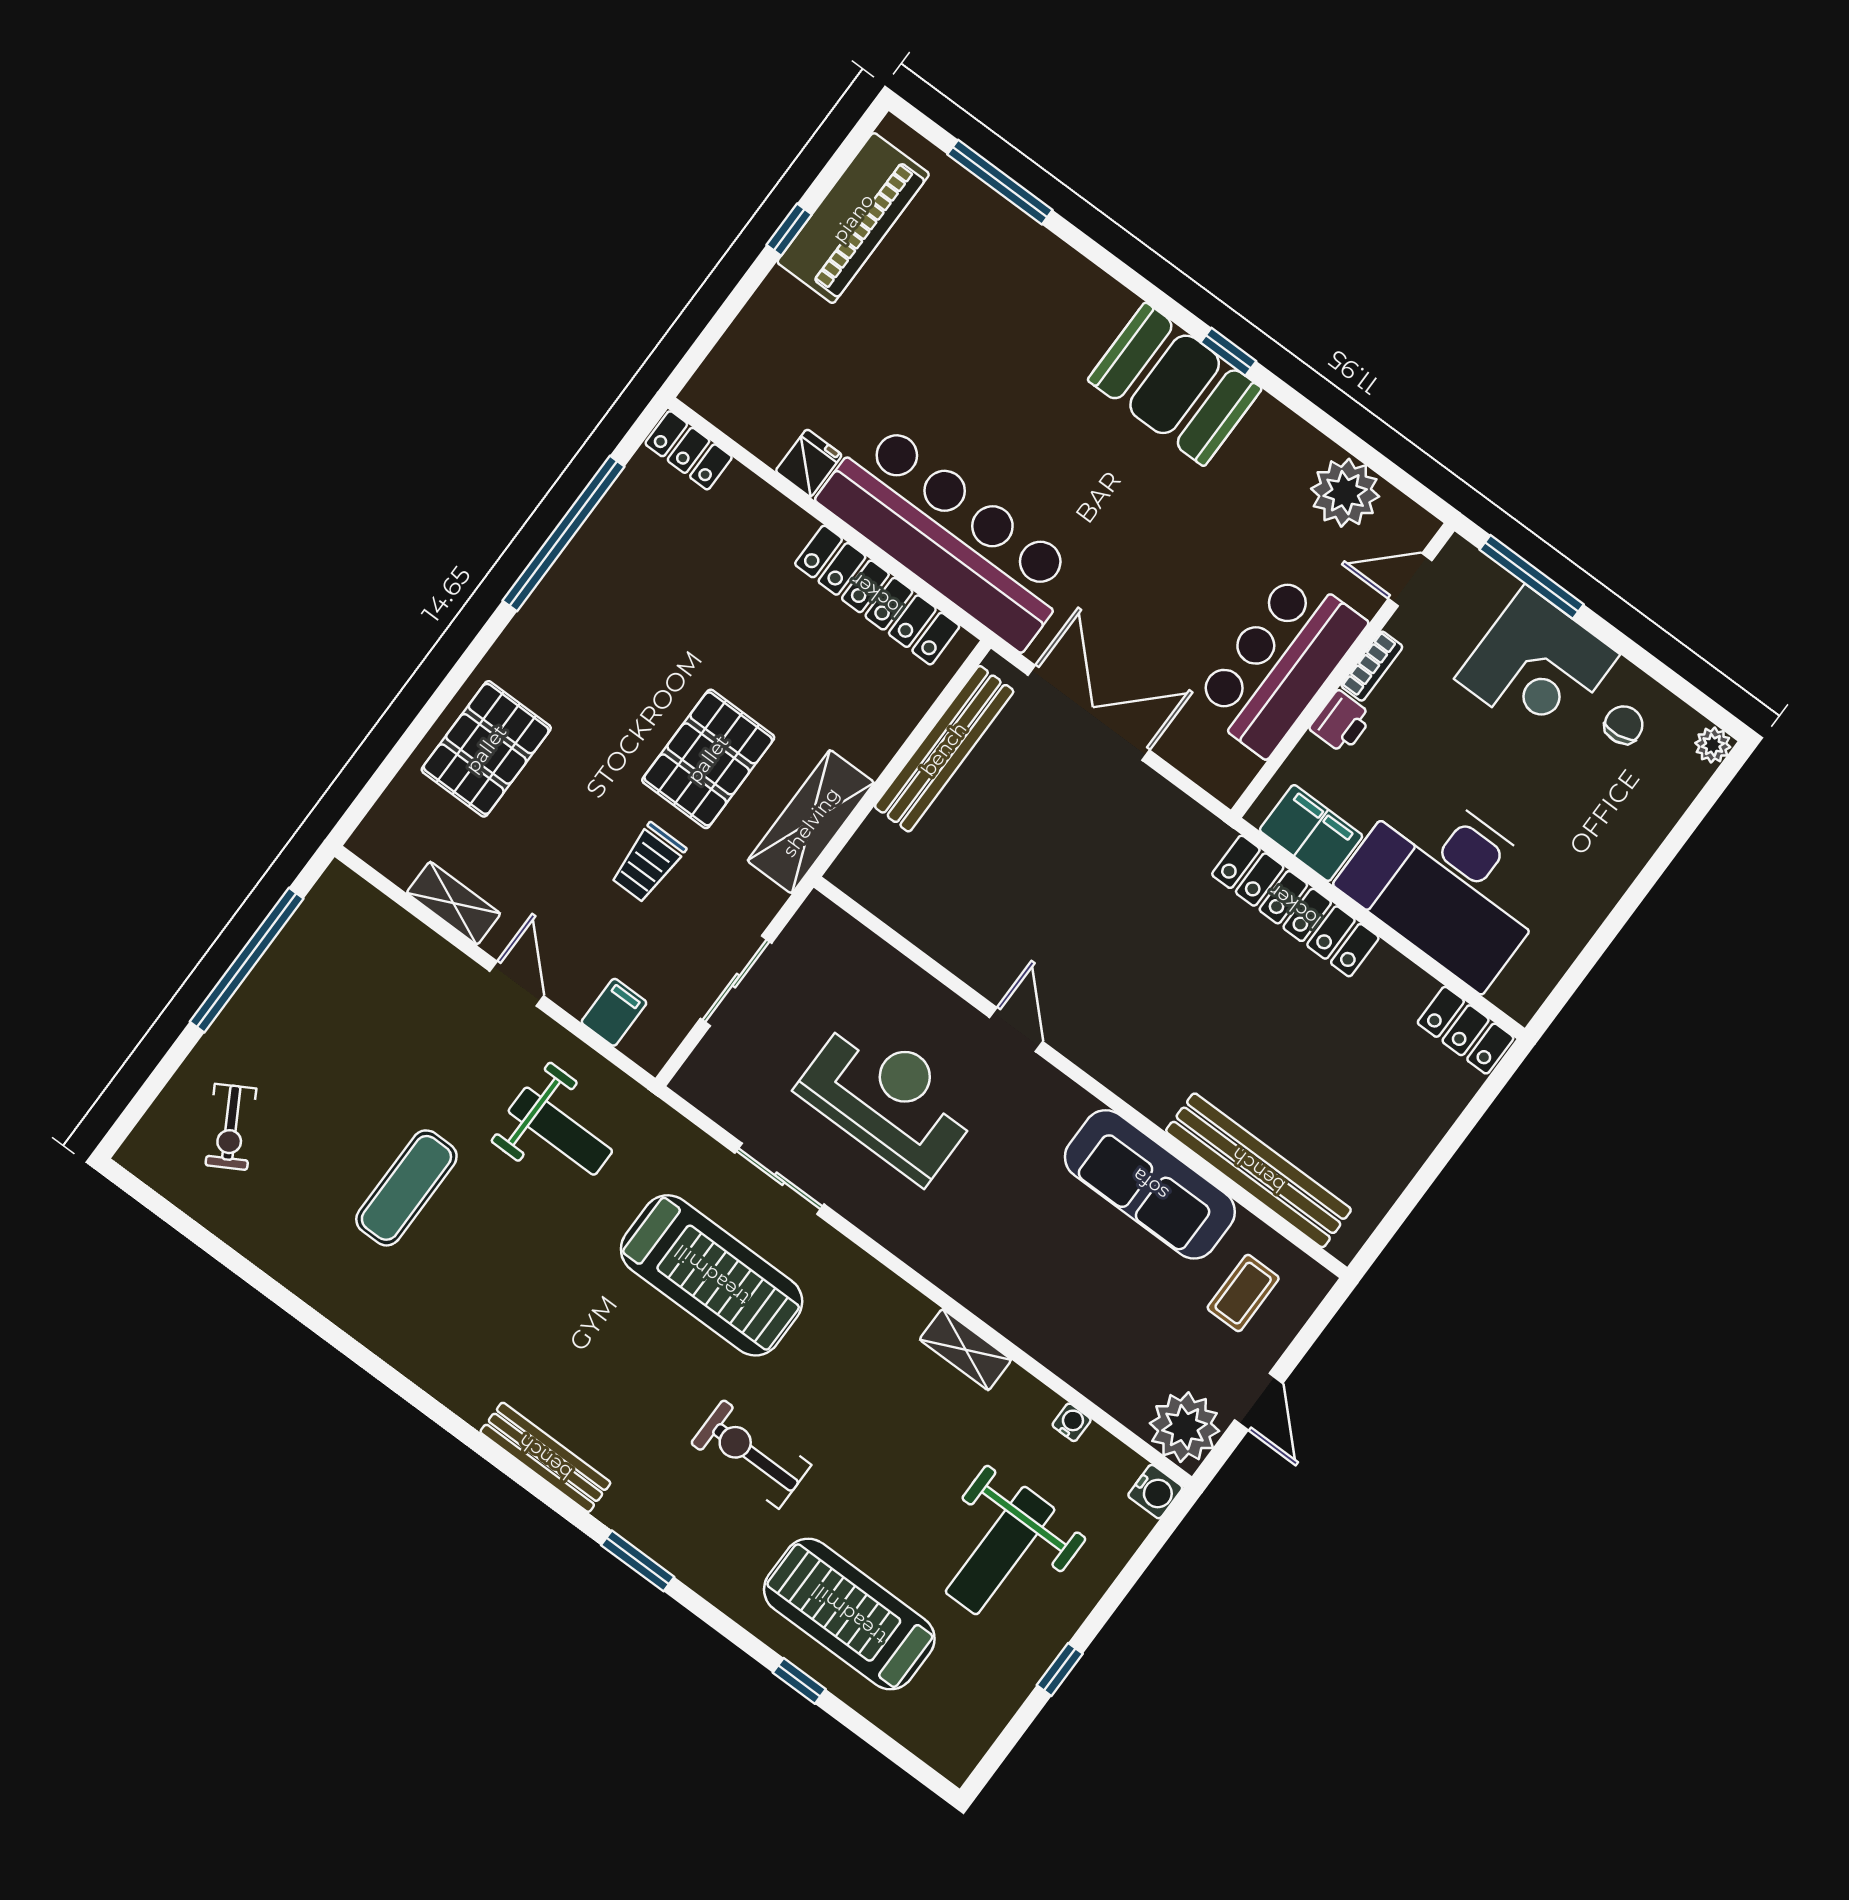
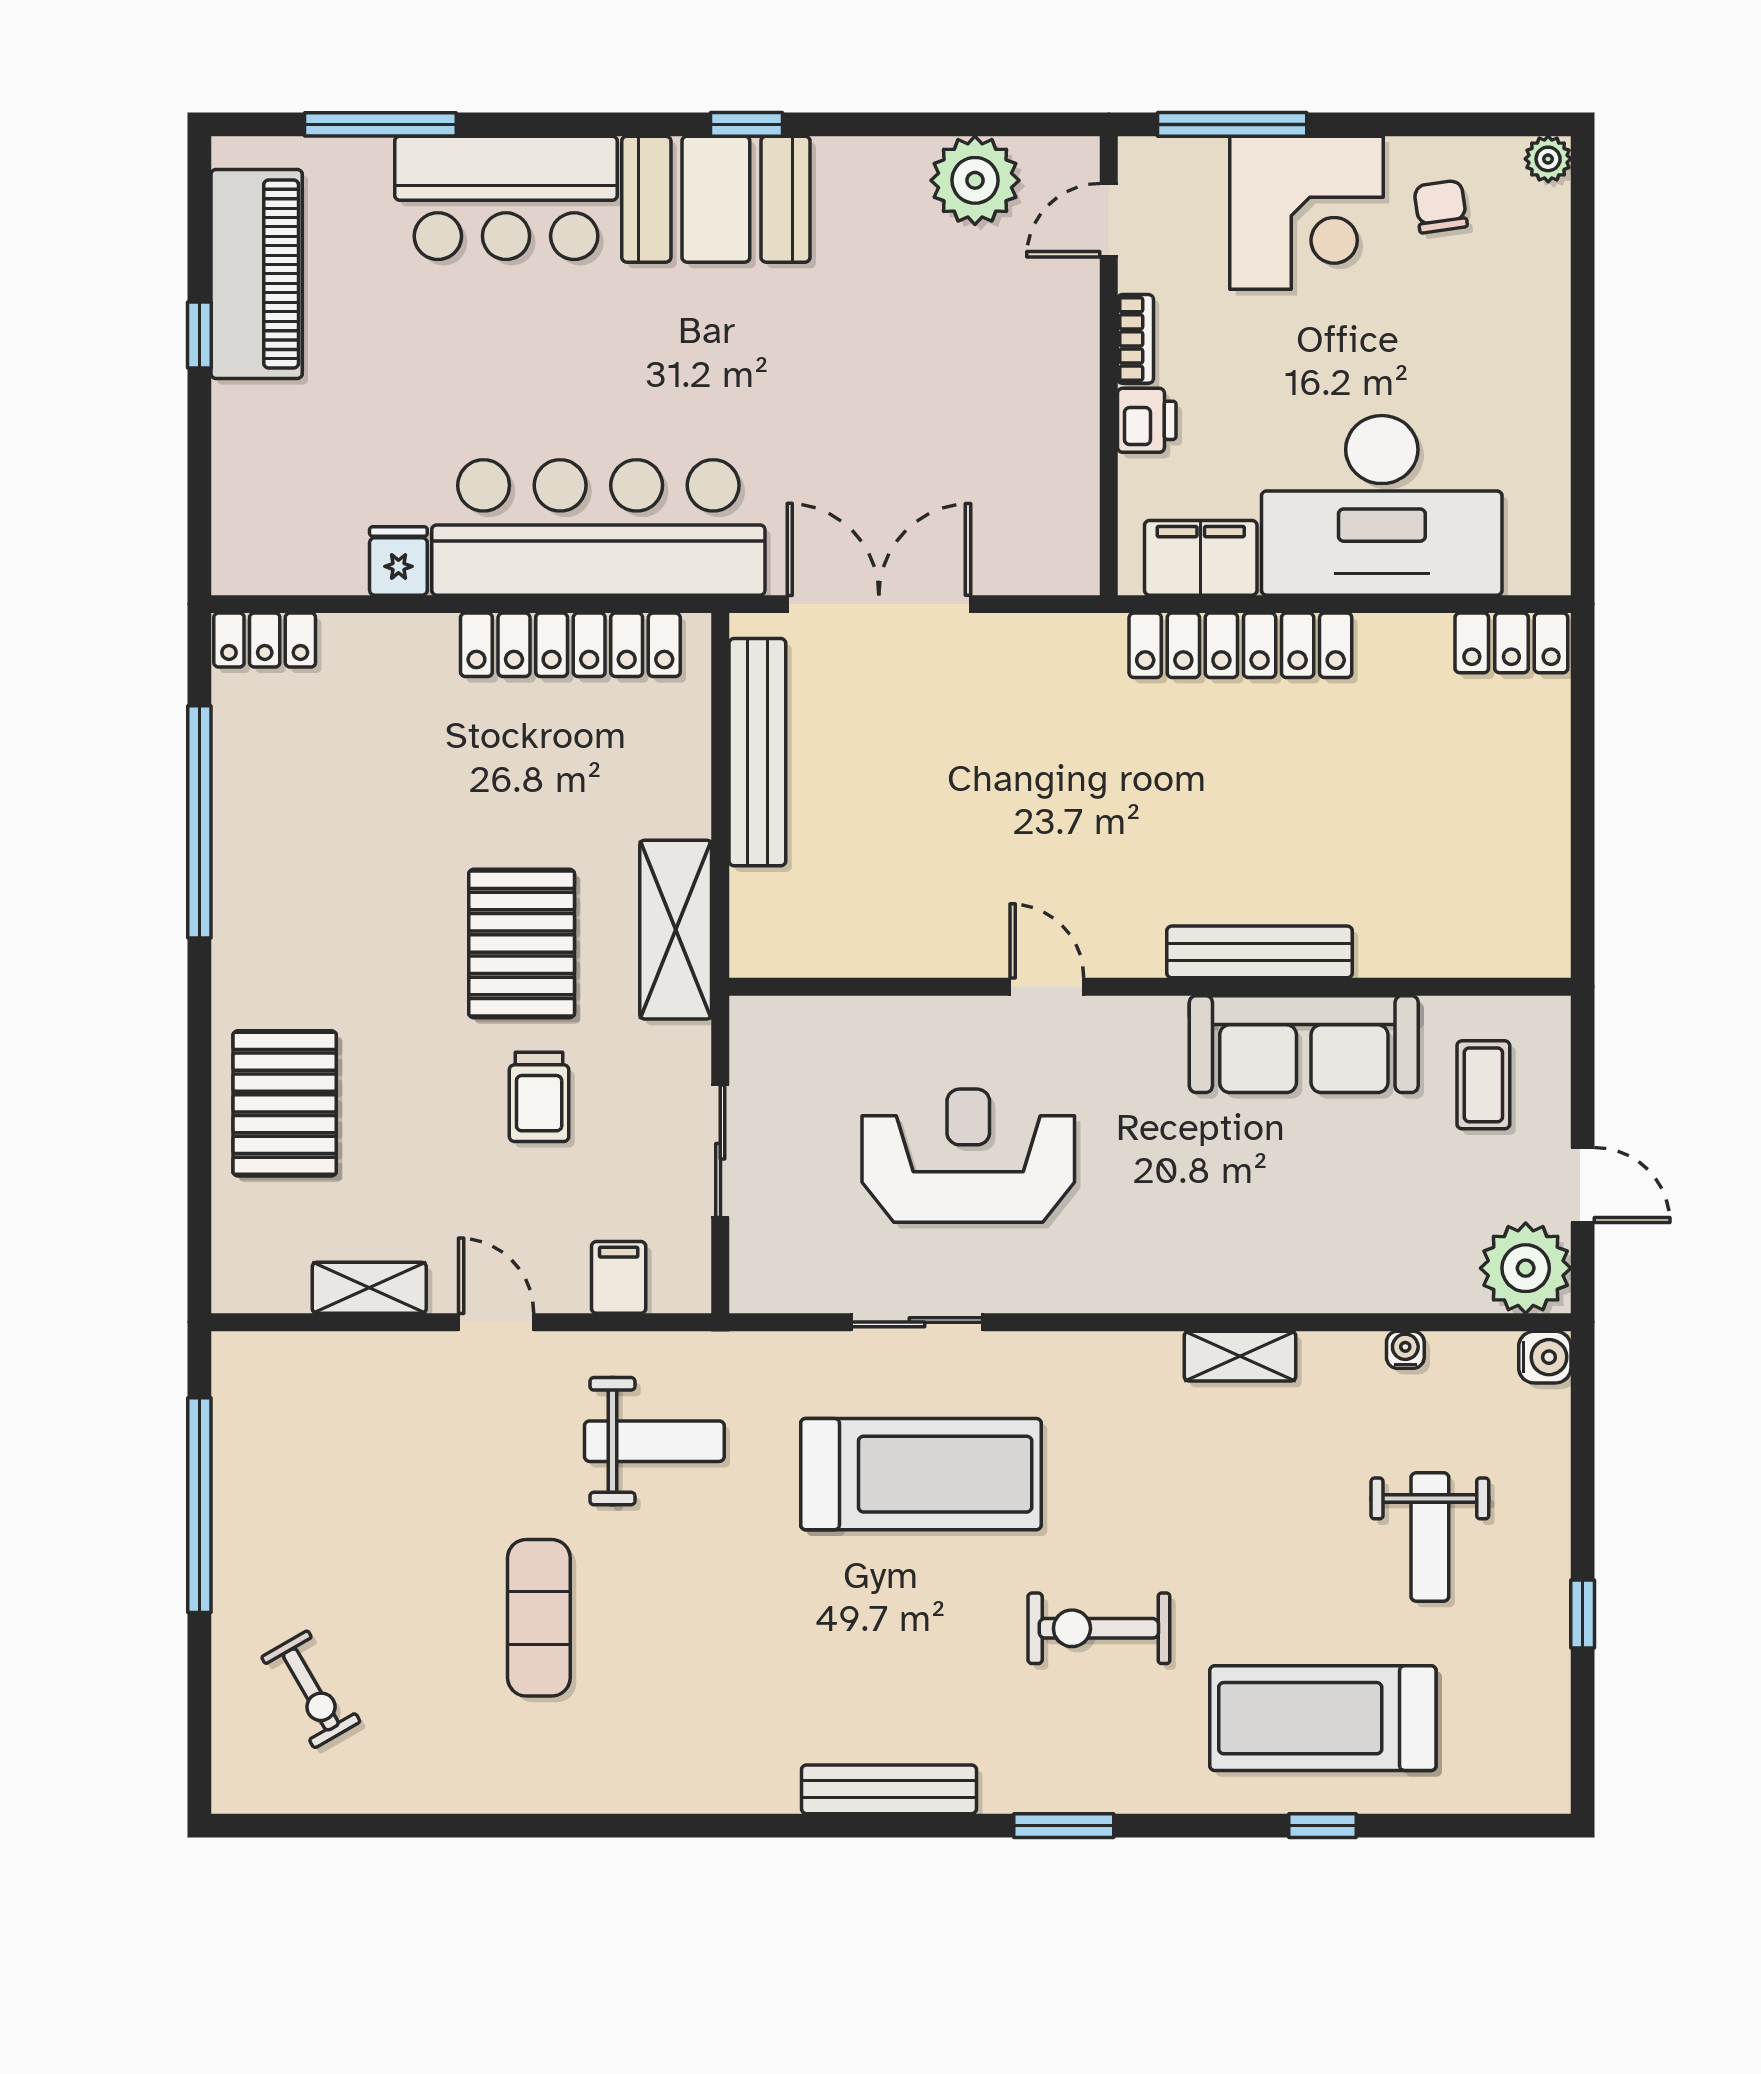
bar counter: (1280, 663) -> (506, 198), moved, turned -90
bench: (1258, 1170) -> (1260, 952), moved, width x0.73, depth x0.82
weight bench: (1000, 1551) -> (1430, 1537), width x0.73, depth x0.75

